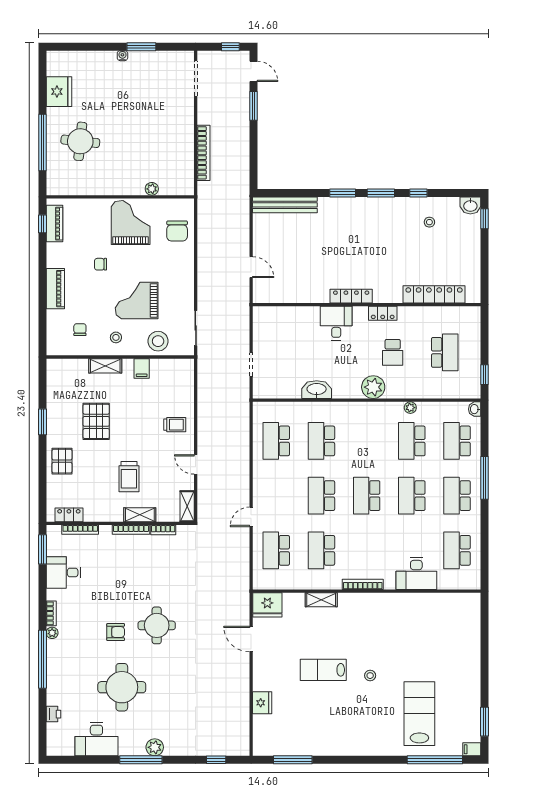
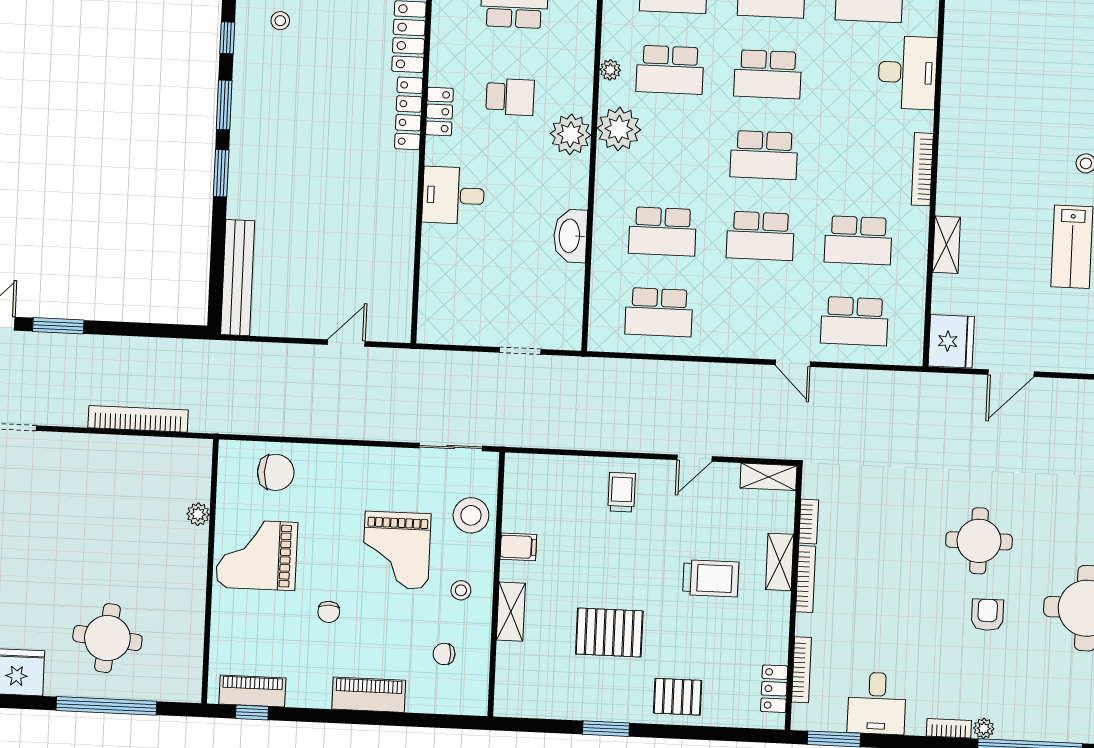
locker: (351, 296) -> (409, 113), moved
plant: (377, 414) -> (619, 129), added

